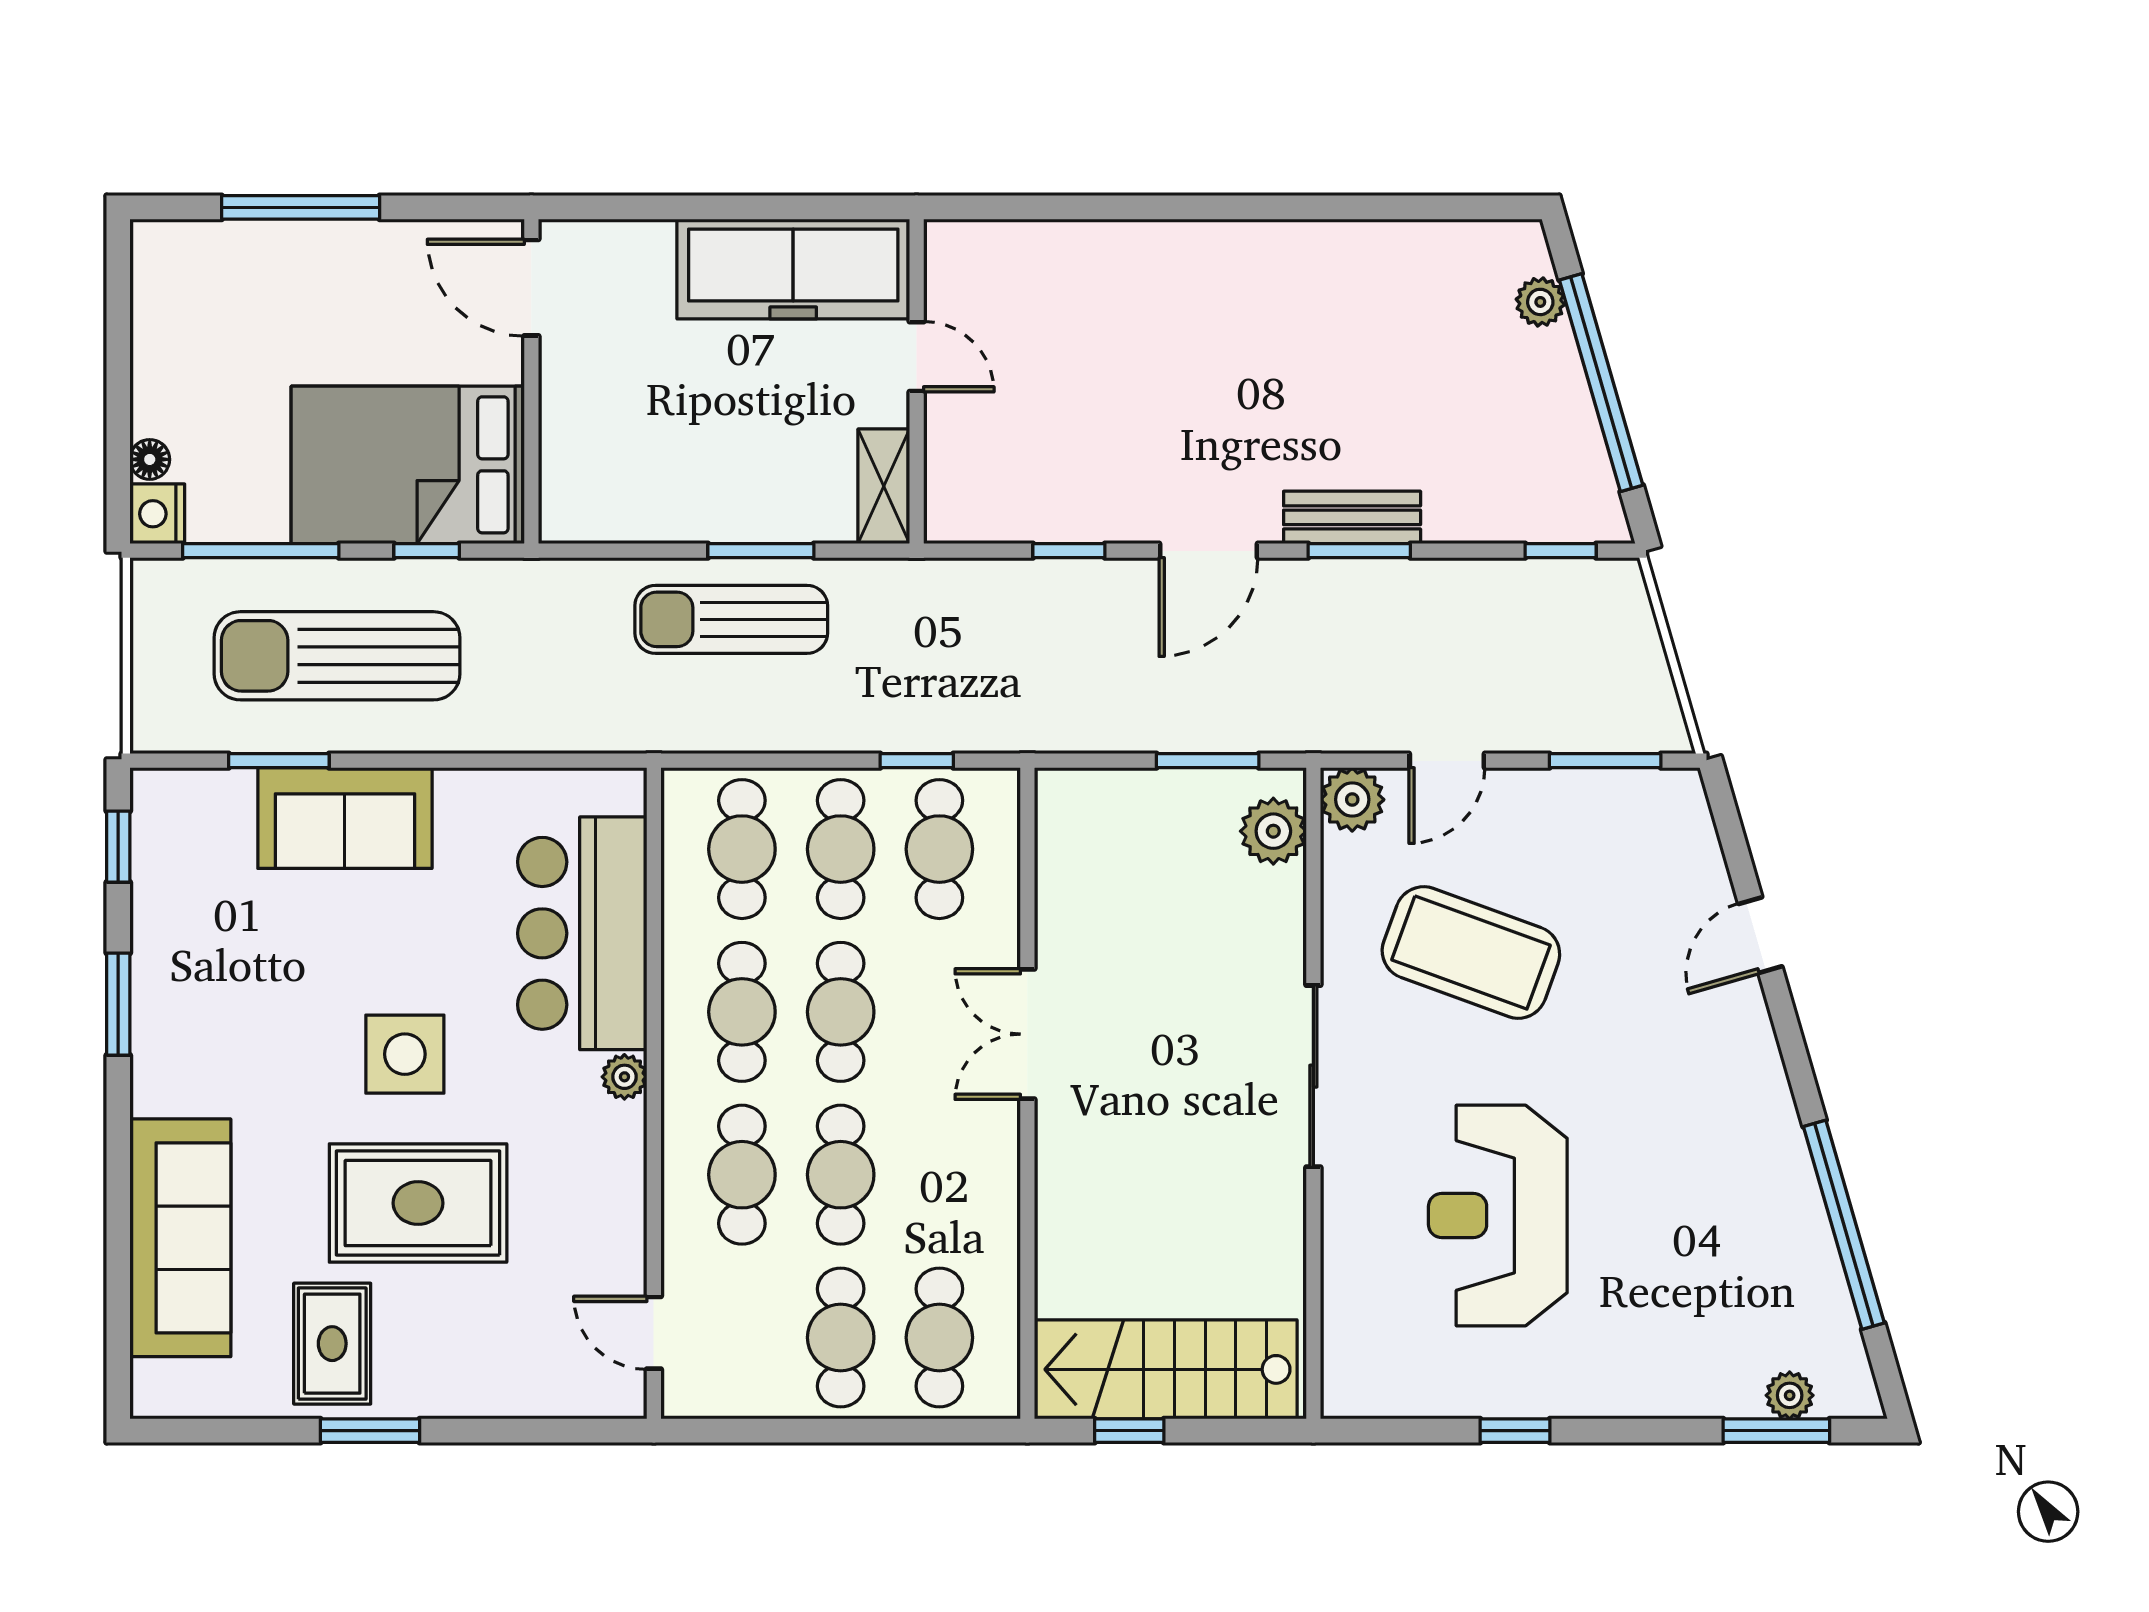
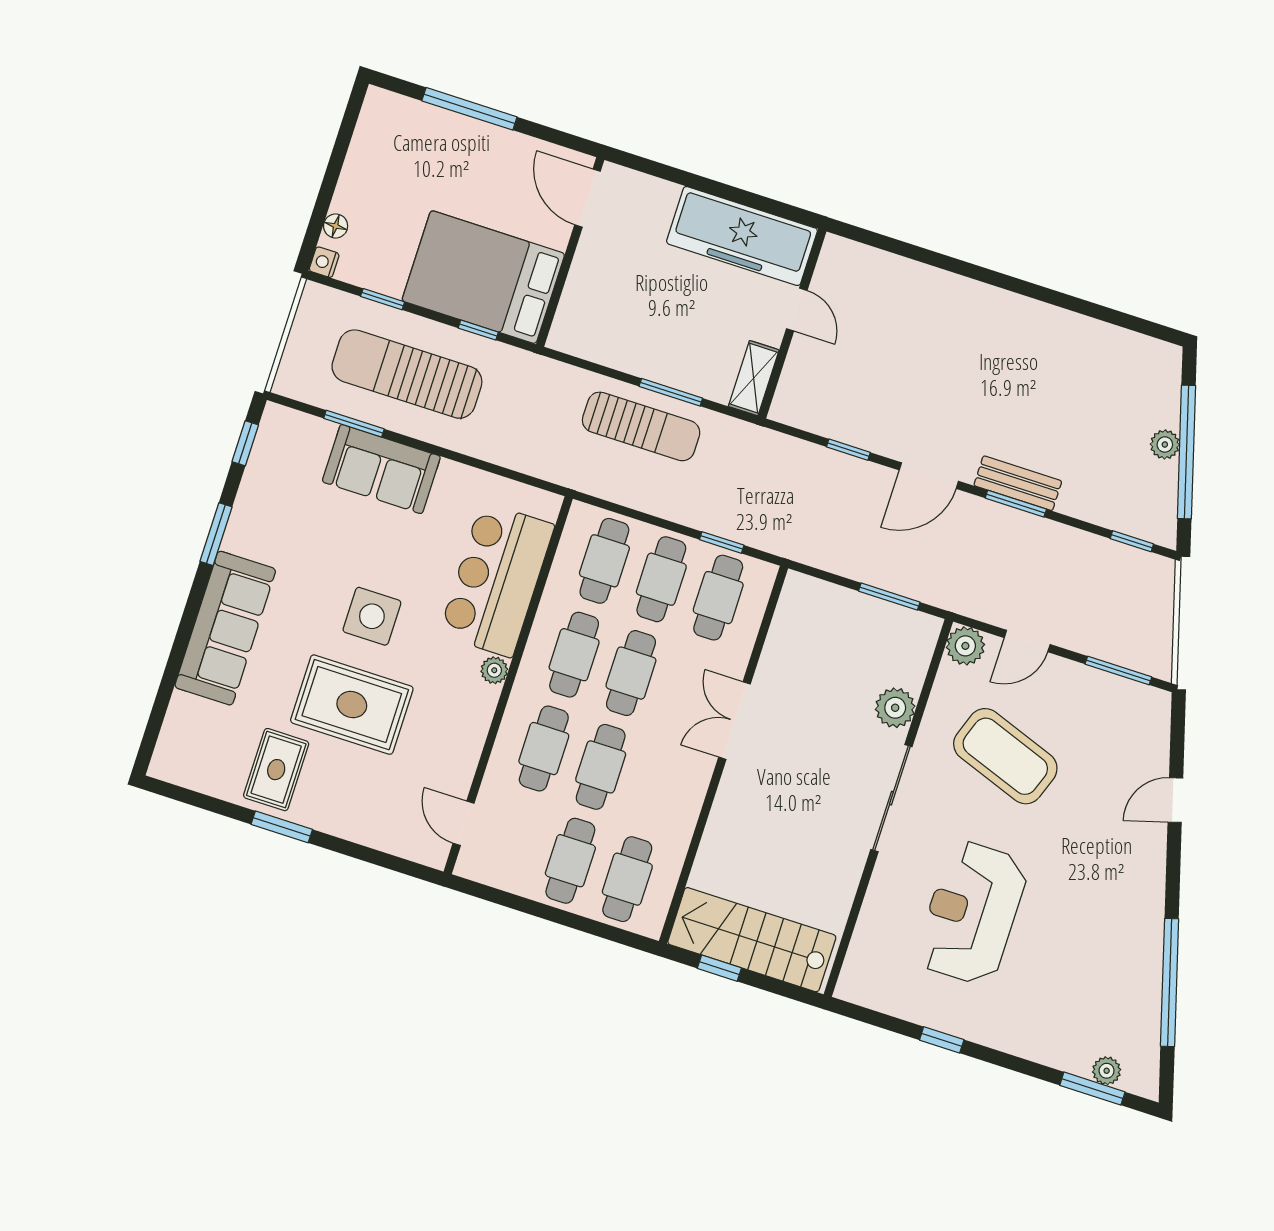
plant: (1540, 302) -> (1165, 444), moved
nightstand: (157, 514) -> (324, 262), width x0.72, depth x0.74
window: (261, 551) -> (383, 299), width x0.46
sun lounger: (731, 619) -> (641, 426), turned 180
plant: (1273, 831) -> (895, 708), moved
sofa: (180, 1238) -> (225, 628), moved

